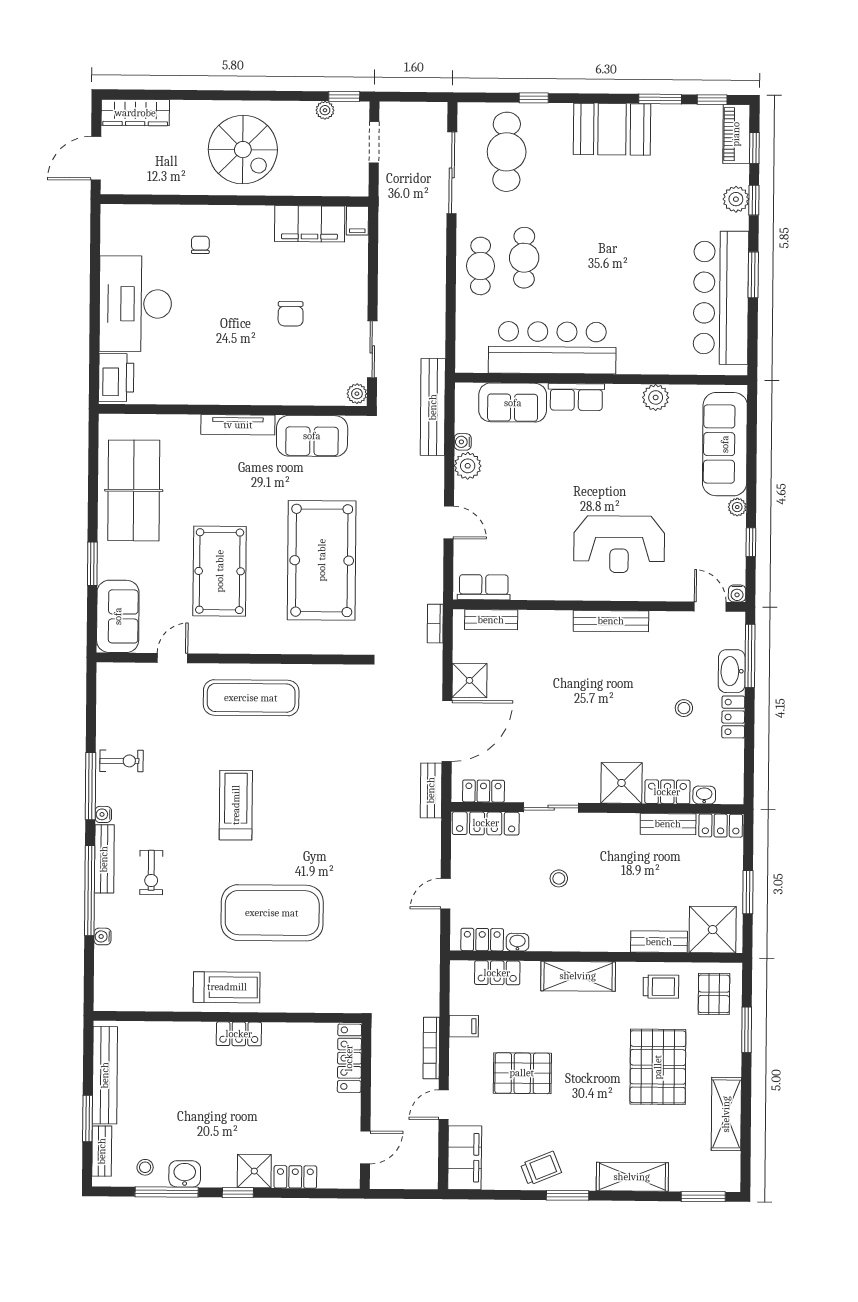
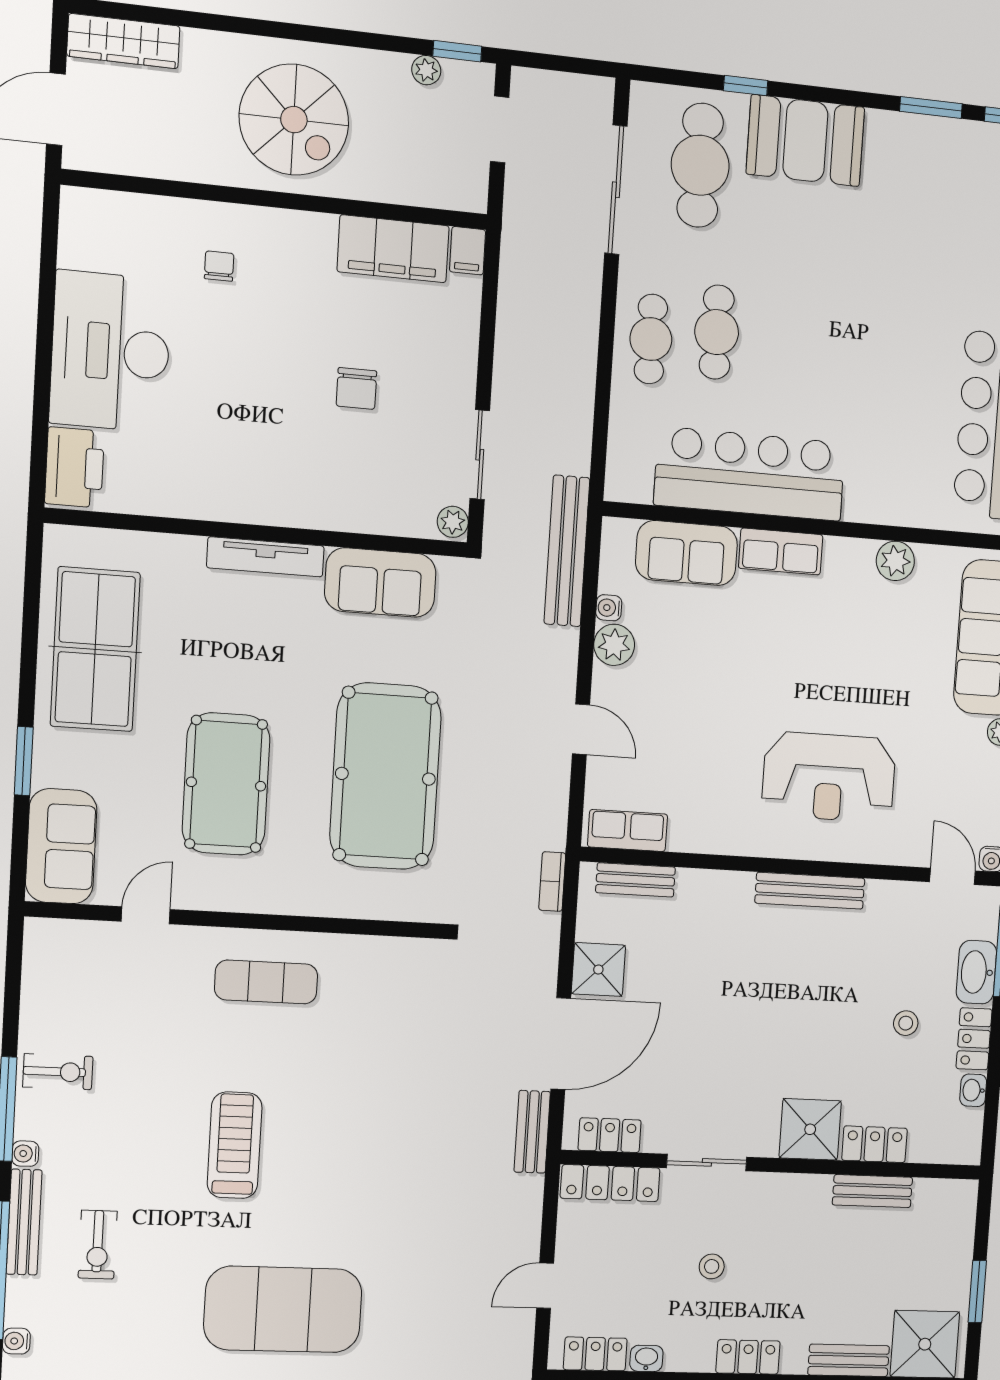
booth: (612, 129) -> (805, 141), moved
exercise mat: (251, 698) -> (266, 982), width x0.73, depth x0.69
washbasin: (704, 795) -> (973, 1090), moved, turned -90
locker: (721, 826) -> (748, 1357), moved, turned 180

